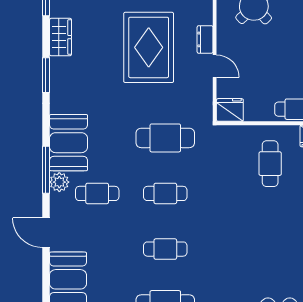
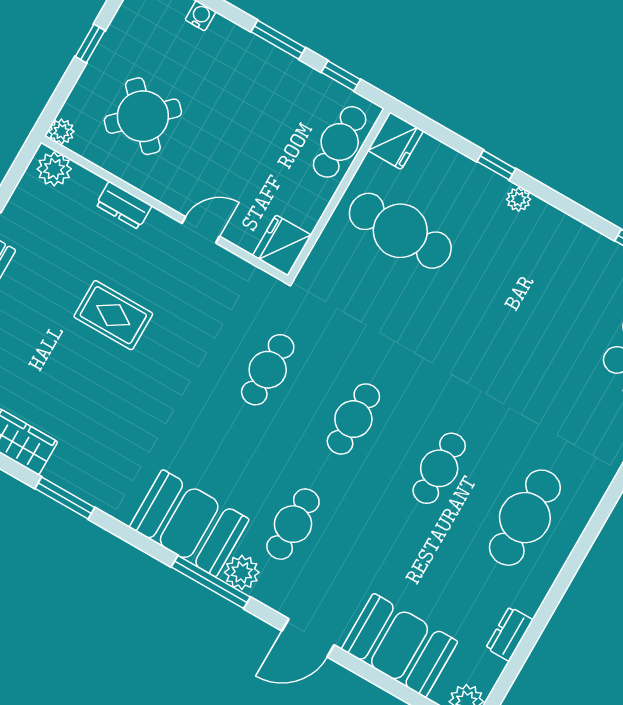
dresser: (205, 39) -> (124, 205), moved
rug: (149, 47) -> (113, 315), width x0.54, depth x0.49
cafe table: (165, 138) -> (268, 370), width x0.73, depth x0.74
cafe table: (270, 164) -> (400, 231), width x1.37, depth x1.35

